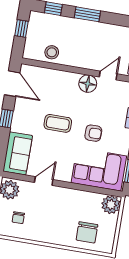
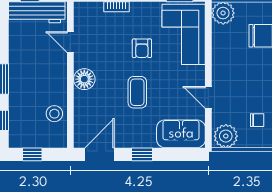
floor lamp: (88, 84) -> (84, 79), moved
armchair: (93, 133) -> (142, 48), turned 180

